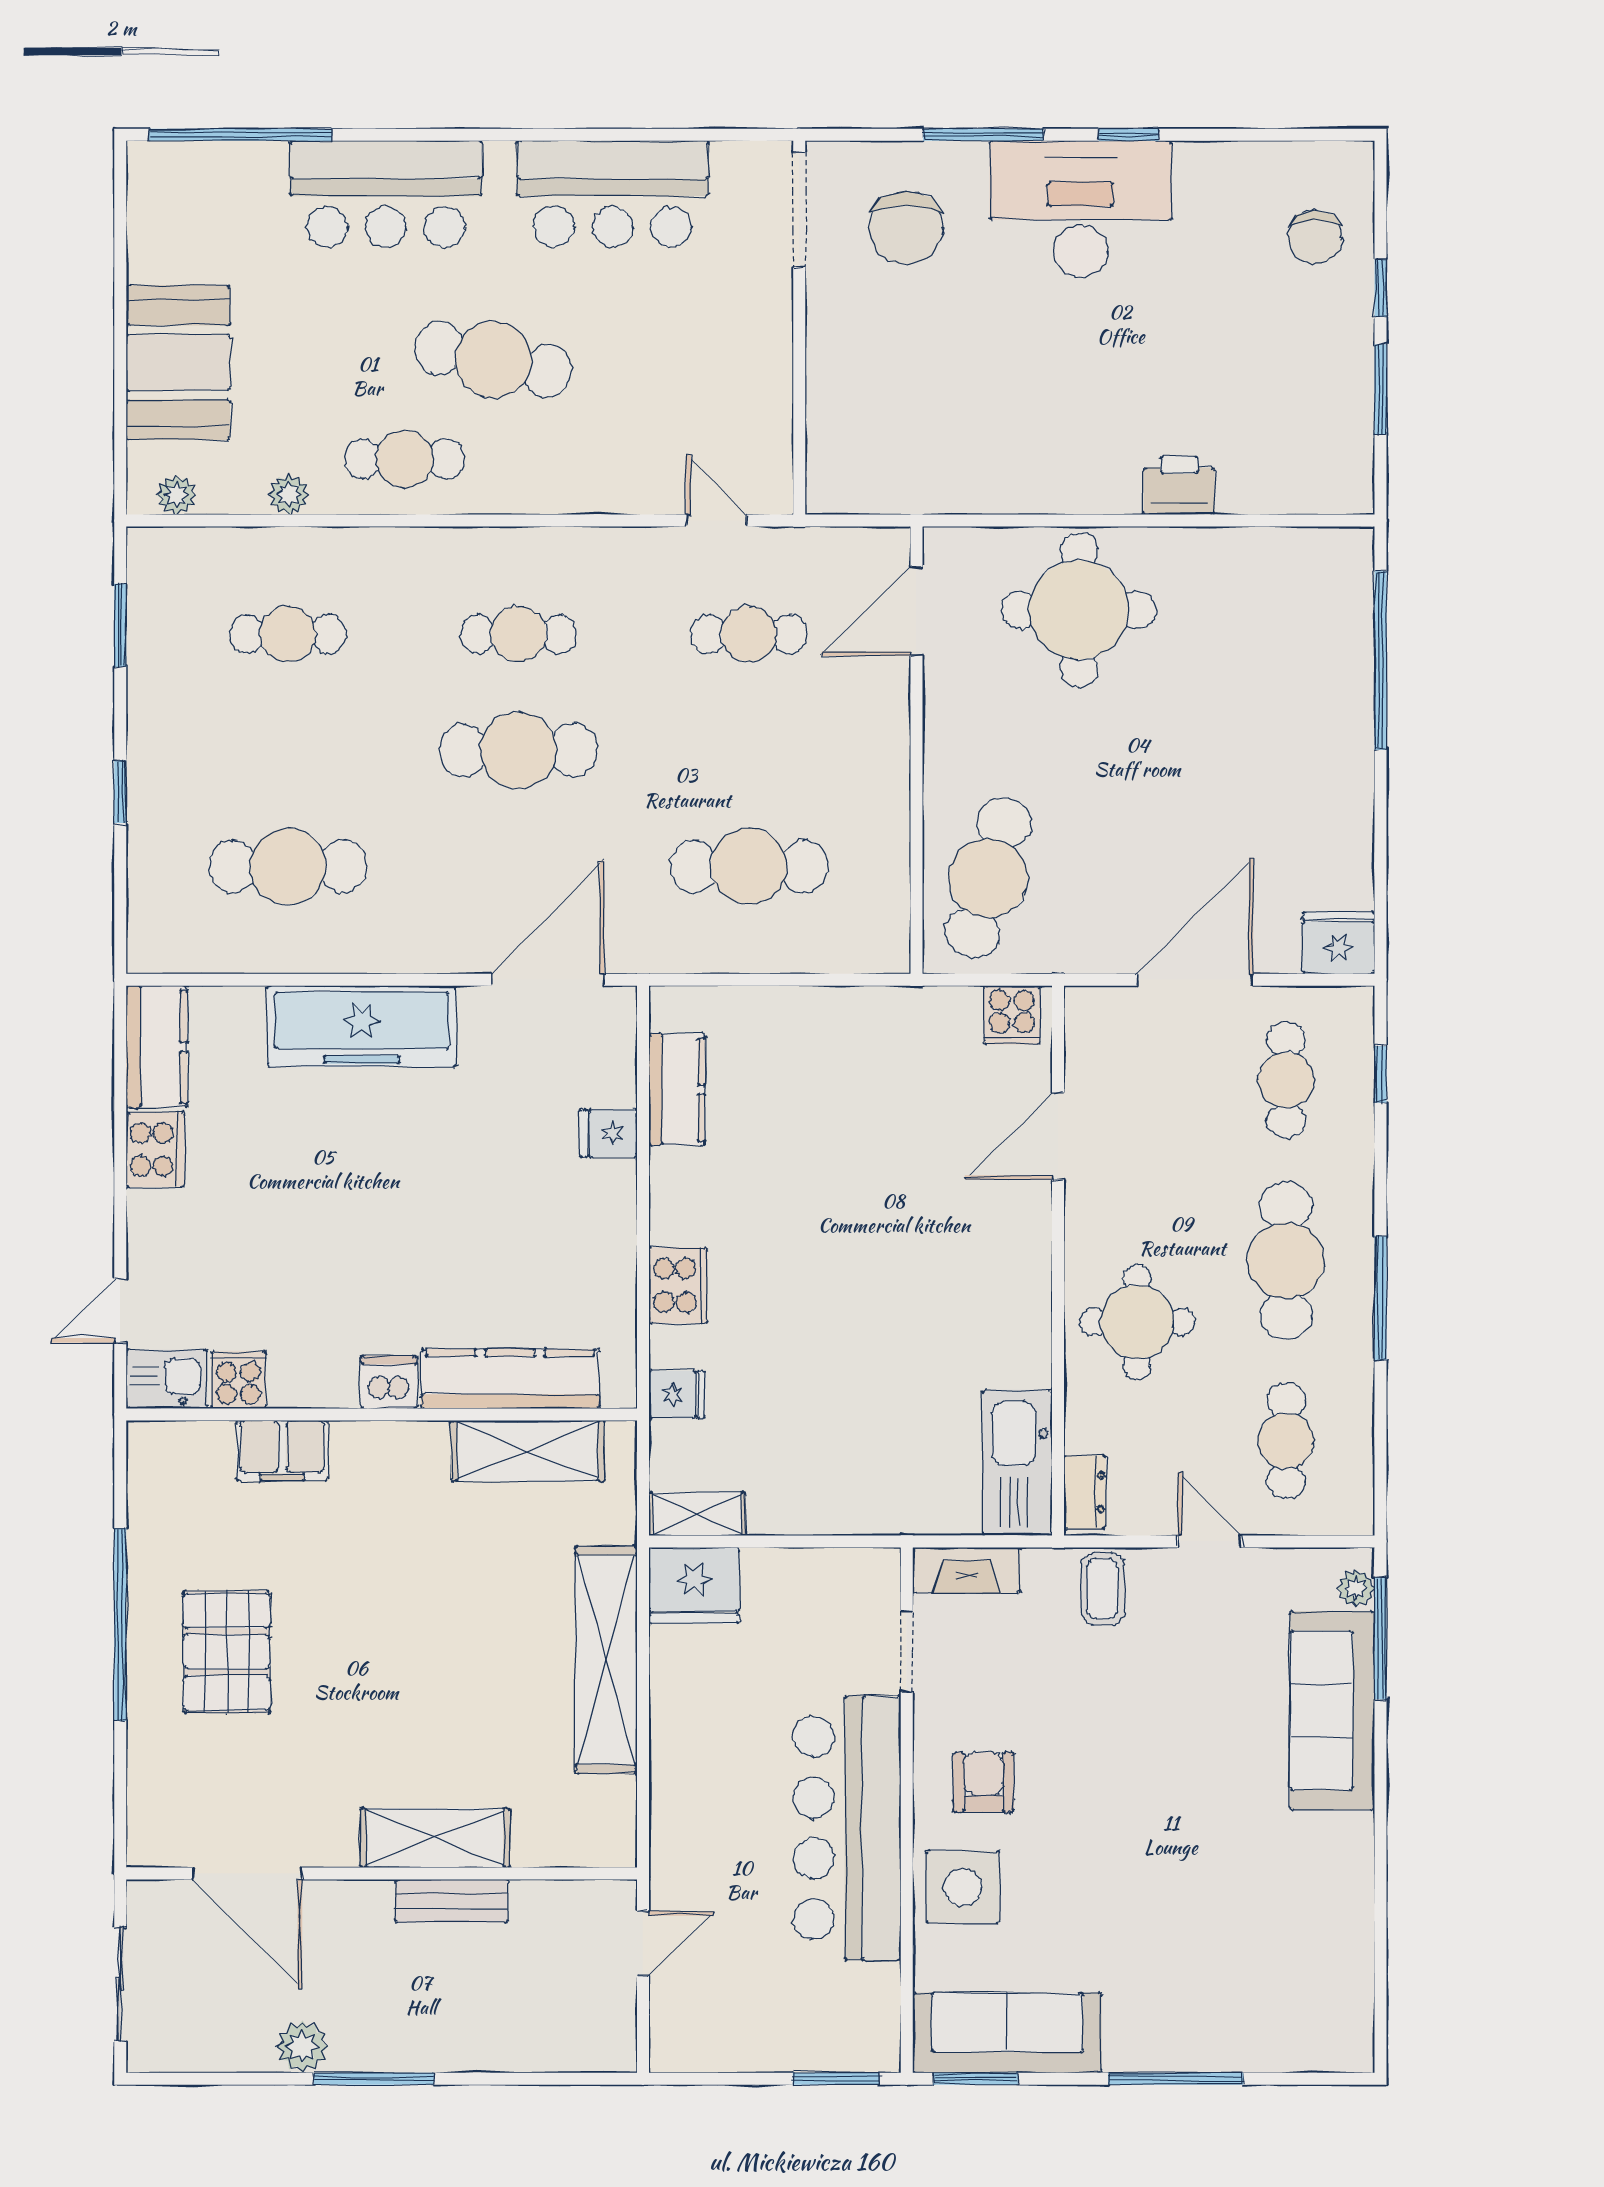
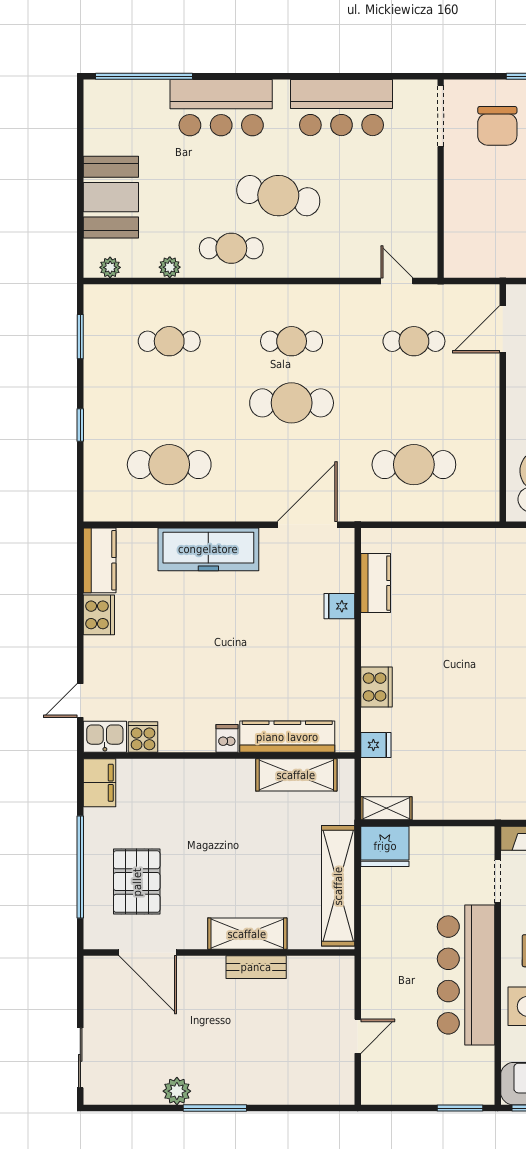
dishwasher: (389, 1382) -> (227, 738), width x0.73
filing cabinet: (282, 1451) -> (99, 783), moved, turned -90
shelving: (435, 1838) -> (247, 934), moved
door: (248, 1874) -> (148, 953), moved
wall: (382, 1874) -> (219, 953), moved
bench: (452, 1901) -> (256, 967), moved

